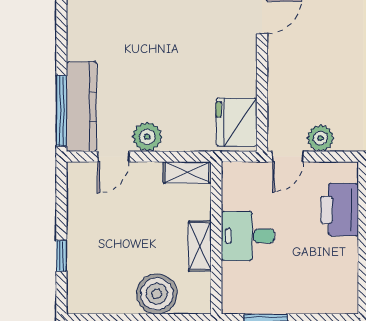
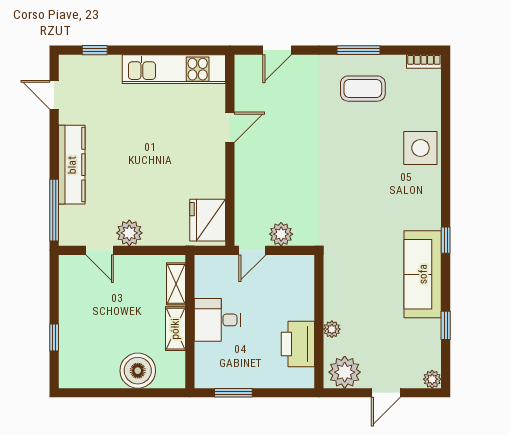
kitchen counter: (82, 106) -> (72, 165), moved
door: (113, 157) -> (100, 250), hinge flipped
shelving: (187, 172) -> (176, 284), moved, turned 90
printer: (340, 210) -> (298, 344), moved

